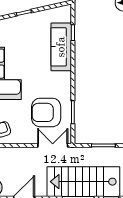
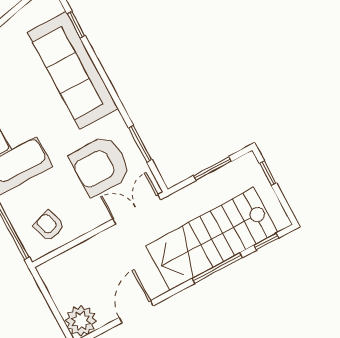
sofa: (61, 47) -> (73, 70), width x1.36, depth x1.27

